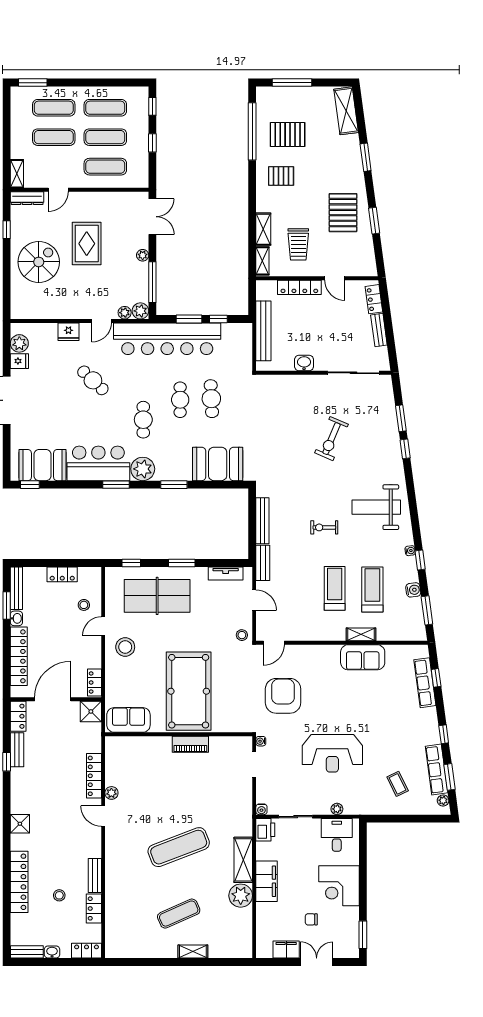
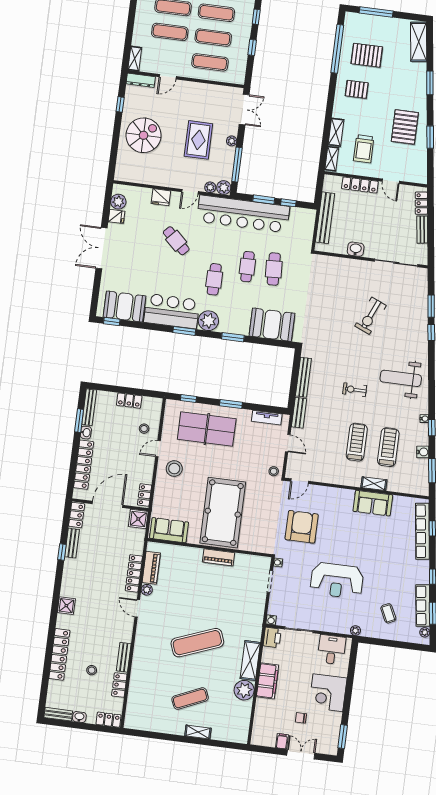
rug: (87, 244) -> (198, 140), moved
row of seats: (425, 683) -> (422, 531), width x1.36
piano: (113, 767) -> (151, 568), added
plant: (337, 809) -> (355, 631), moved
filing cabinet: (286, 950) -> (282, 741), width x0.50

